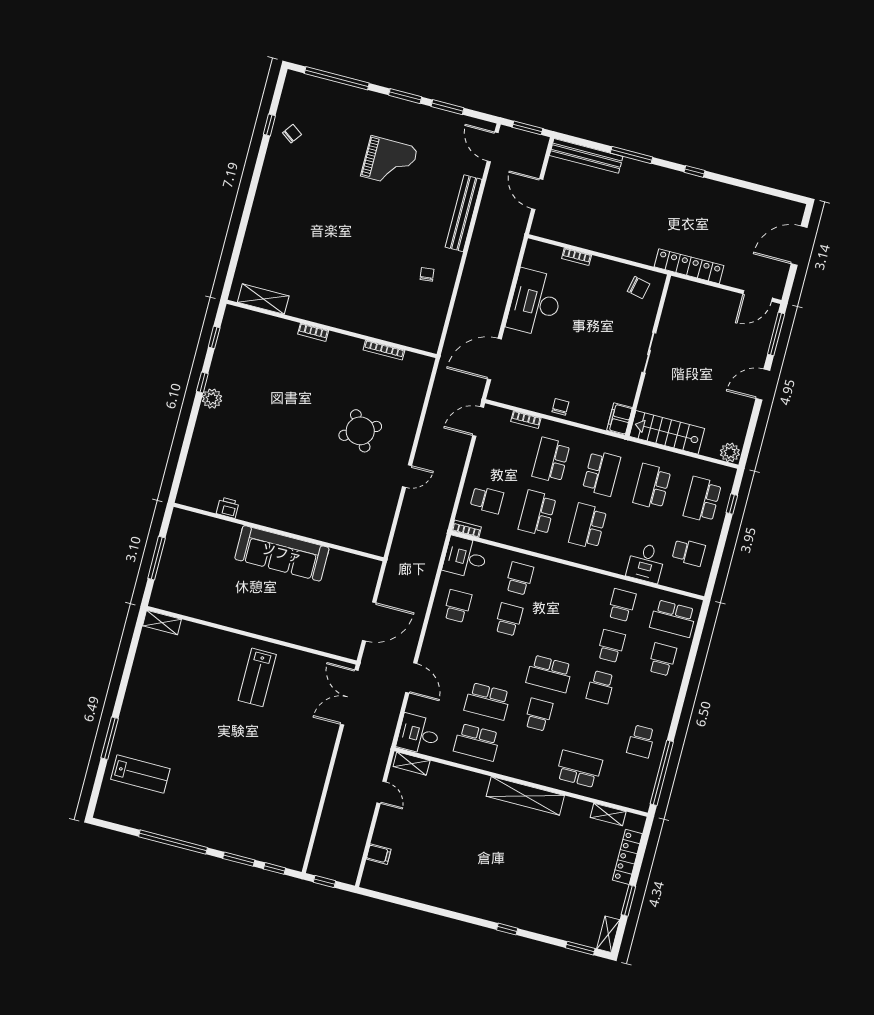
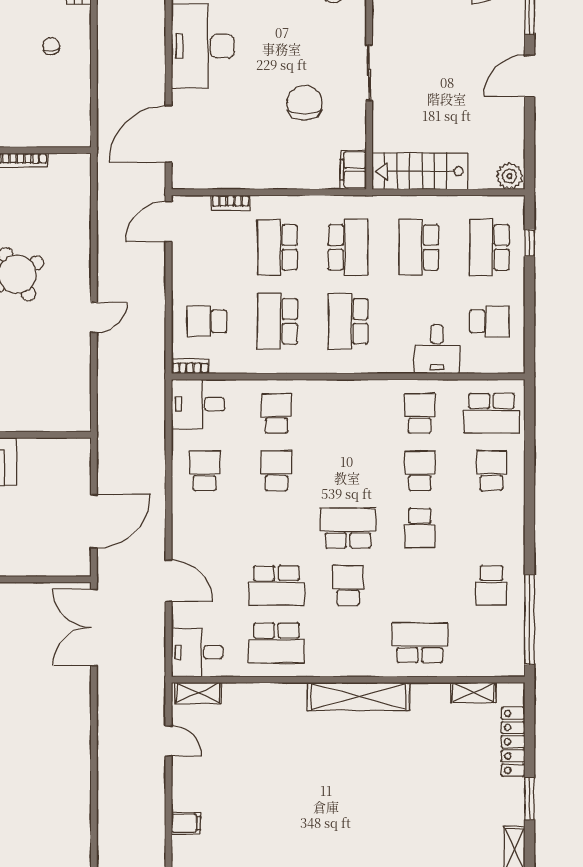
chair: (560, 407) -> (305, 103), moved, width x1.87, depth x1.87
school desk: (487, 500) -> (207, 321), turned 180
school desk: (549, 674) -> (348, 528), turned 180

